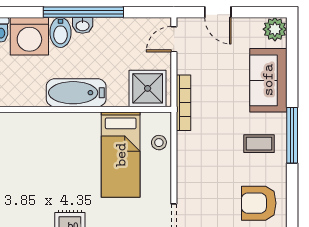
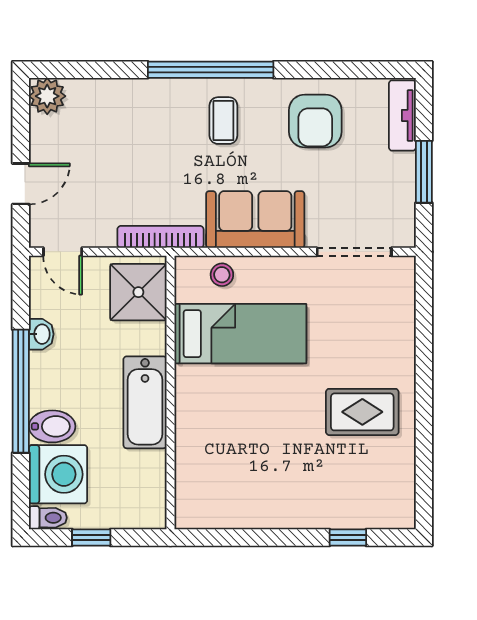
washbasin: (83, 25) -> (41, 334), moved
sofa: (268, 80) -> (255, 220), moved, turned 180
window: (292, 135) -> (211, 70), width x1.46

